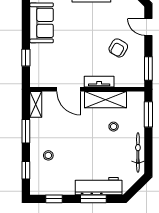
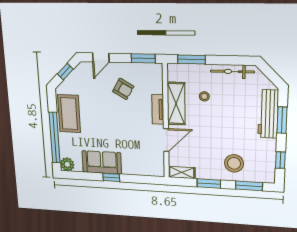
window: (26, 58) -> (111, 177), moved
stool: (48, 155) -> (234, 163), width x1.89, depth x1.89
window: (26, 170) -> (249, 186), width x1.50

